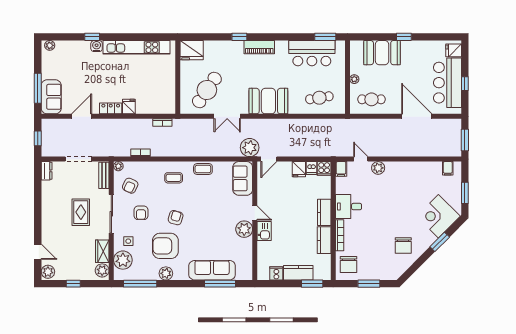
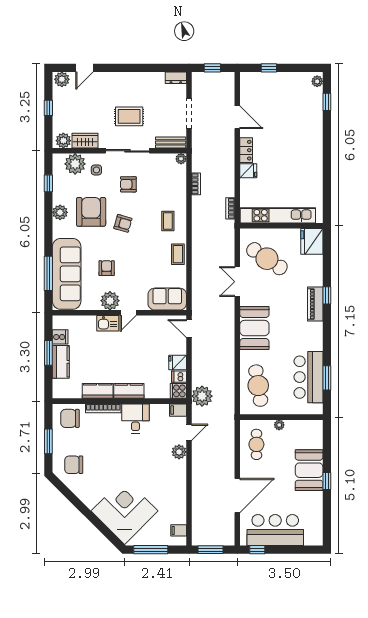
window: (92, 37) -> (327, 102), moved
window: (325, 37) -> (327, 378), moved
water cooler: (97, 46) -> (316, 134), removed
kitchen unit: (136, 47) -> (278, 215), moved, turned 90
piano: (259, 47) -> (315, 304), moved
fridge: (454, 50) -> (312, 537), removed
booth: (382, 53) -> (309, 470), moved
window: (465, 84) -> (257, 550), moved
window: (38, 88) -> (269, 68), width x0.46
sofa: (51, 97) -> (259, 83), removed
cafe table: (319, 98) -> (258, 386), width x1.37, depth x1.35
plant: (250, 148) -> (202, 396), moved
armchair: (130, 186) -> (107, 268), moved, turned 65
window: (465, 193) -> (151, 550), width x1.44
corner desk: (438, 216) -> (125, 511), width x1.36, depth x1.36
window: (440, 242) -> (96, 521), removed
chair: (403, 246) -> (74, 465), moved
sofa: (212, 270) -> (67, 274), width x1.36, depth x1.27
window: (140, 284) -> (48, 183), width x0.46
window: (312, 284) -> (48, 353), moved

